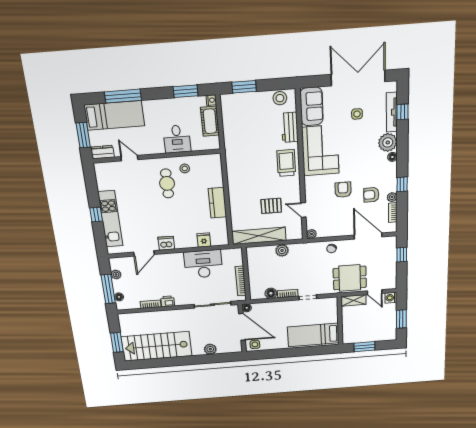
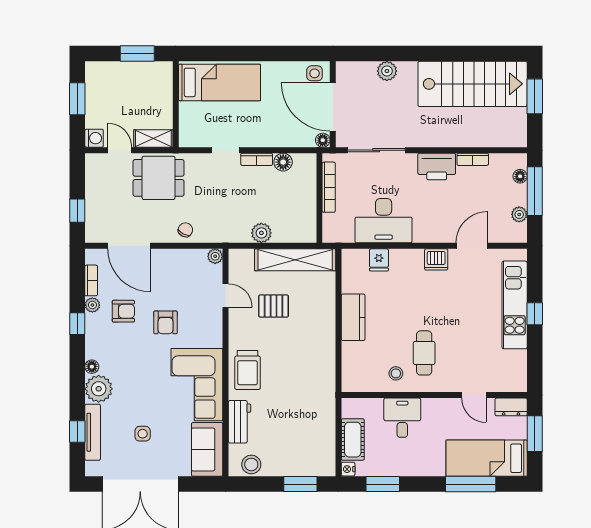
printer: (168, 301) -> (437, 167), width x1.87, depth x1.48

